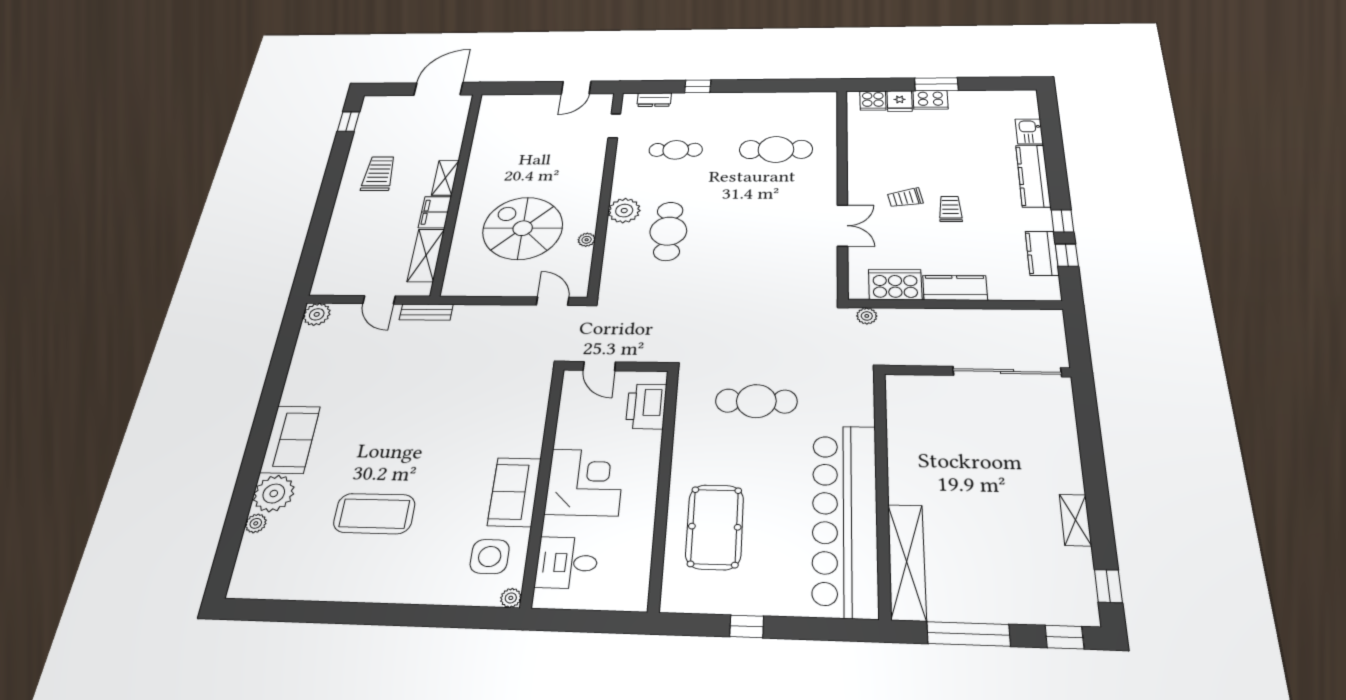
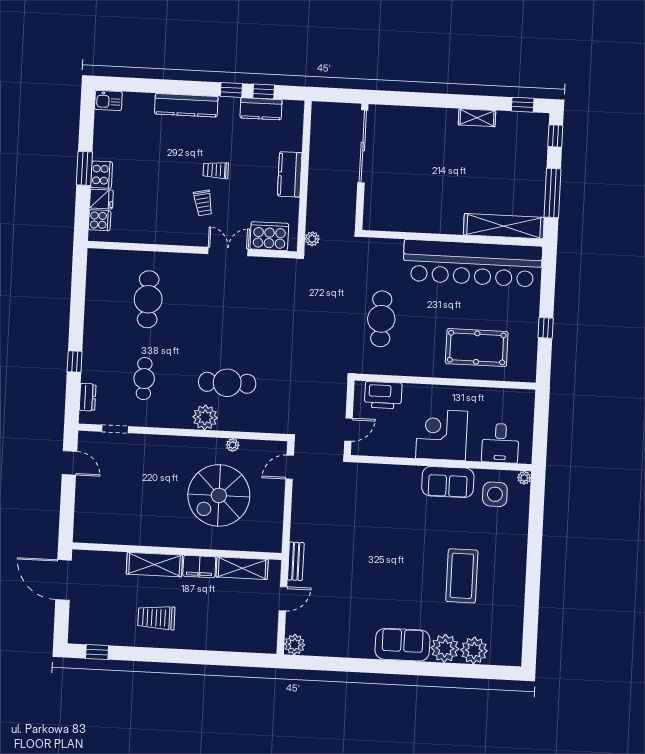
kitchen sink: (1029, 131) -> (108, 100), moved
shelving: (445, 178) -> (154, 565), width x1.50, depth x1.33
cooker: (895, 285) -> (269, 236), moved, turned 90
plant: (256, 523) -> (474, 650), width x1.88, depth x1.88

